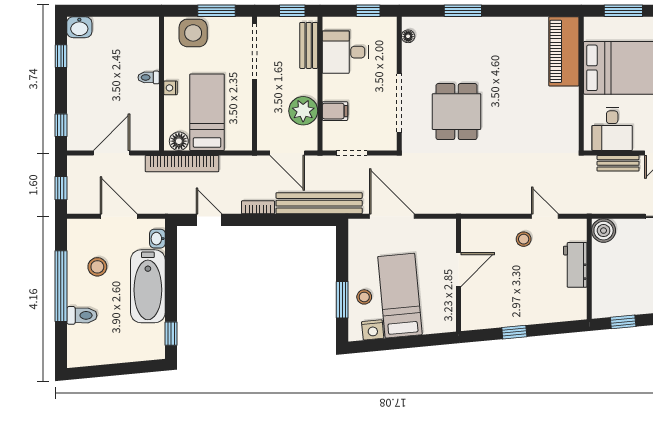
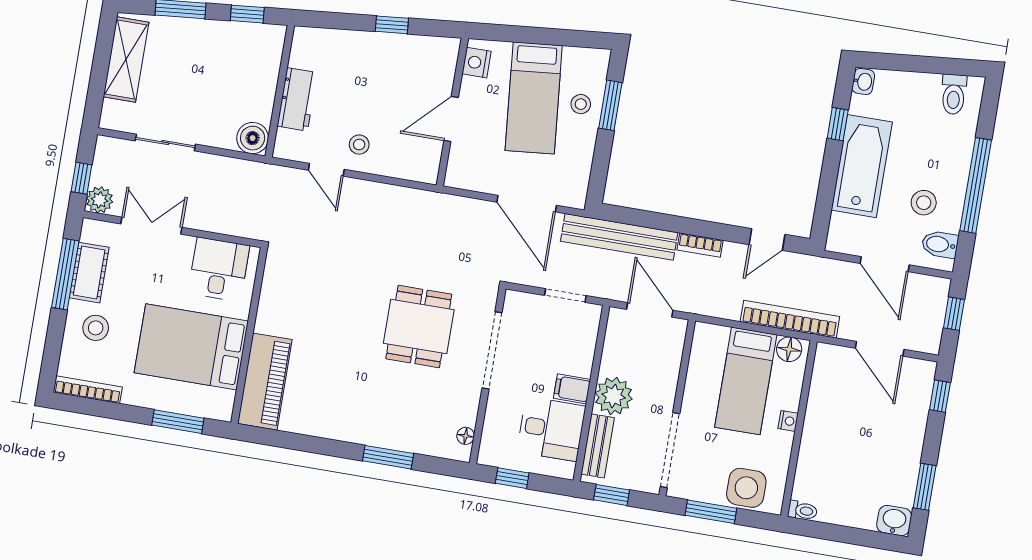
window: (61, 56) -> (925, 487), width x1.50
toilet: (149, 77) -> (803, 510), moved
plant: (303, 111) -> (614, 396), moved
filing cabinet: (335, 111) -> (572, 389), moved
door: (112, 153) -> (880, 349), hinge flipped
bench: (618, 163) -> (219, 223), removed
door: (209, 220) -> (767, 239), hinge flipped
bidet: (80, 238) -> (940, 244), added
washbasin: (157, 239) -> (863, 82), moved
toilet: (82, 315) -> (954, 94), moved, turned -95
nightstand: (373, 330) -> (477, 63), moved, turned -85
window: (171, 334) -> (838, 124), moved

